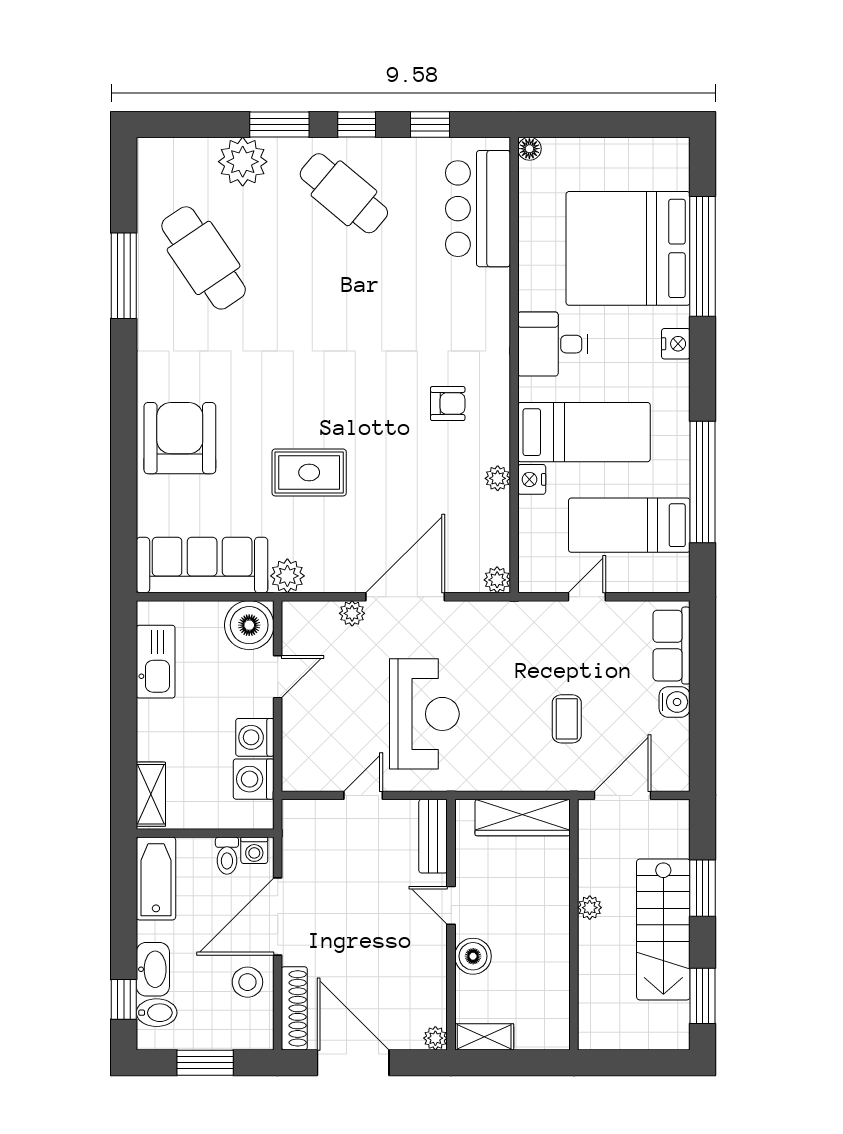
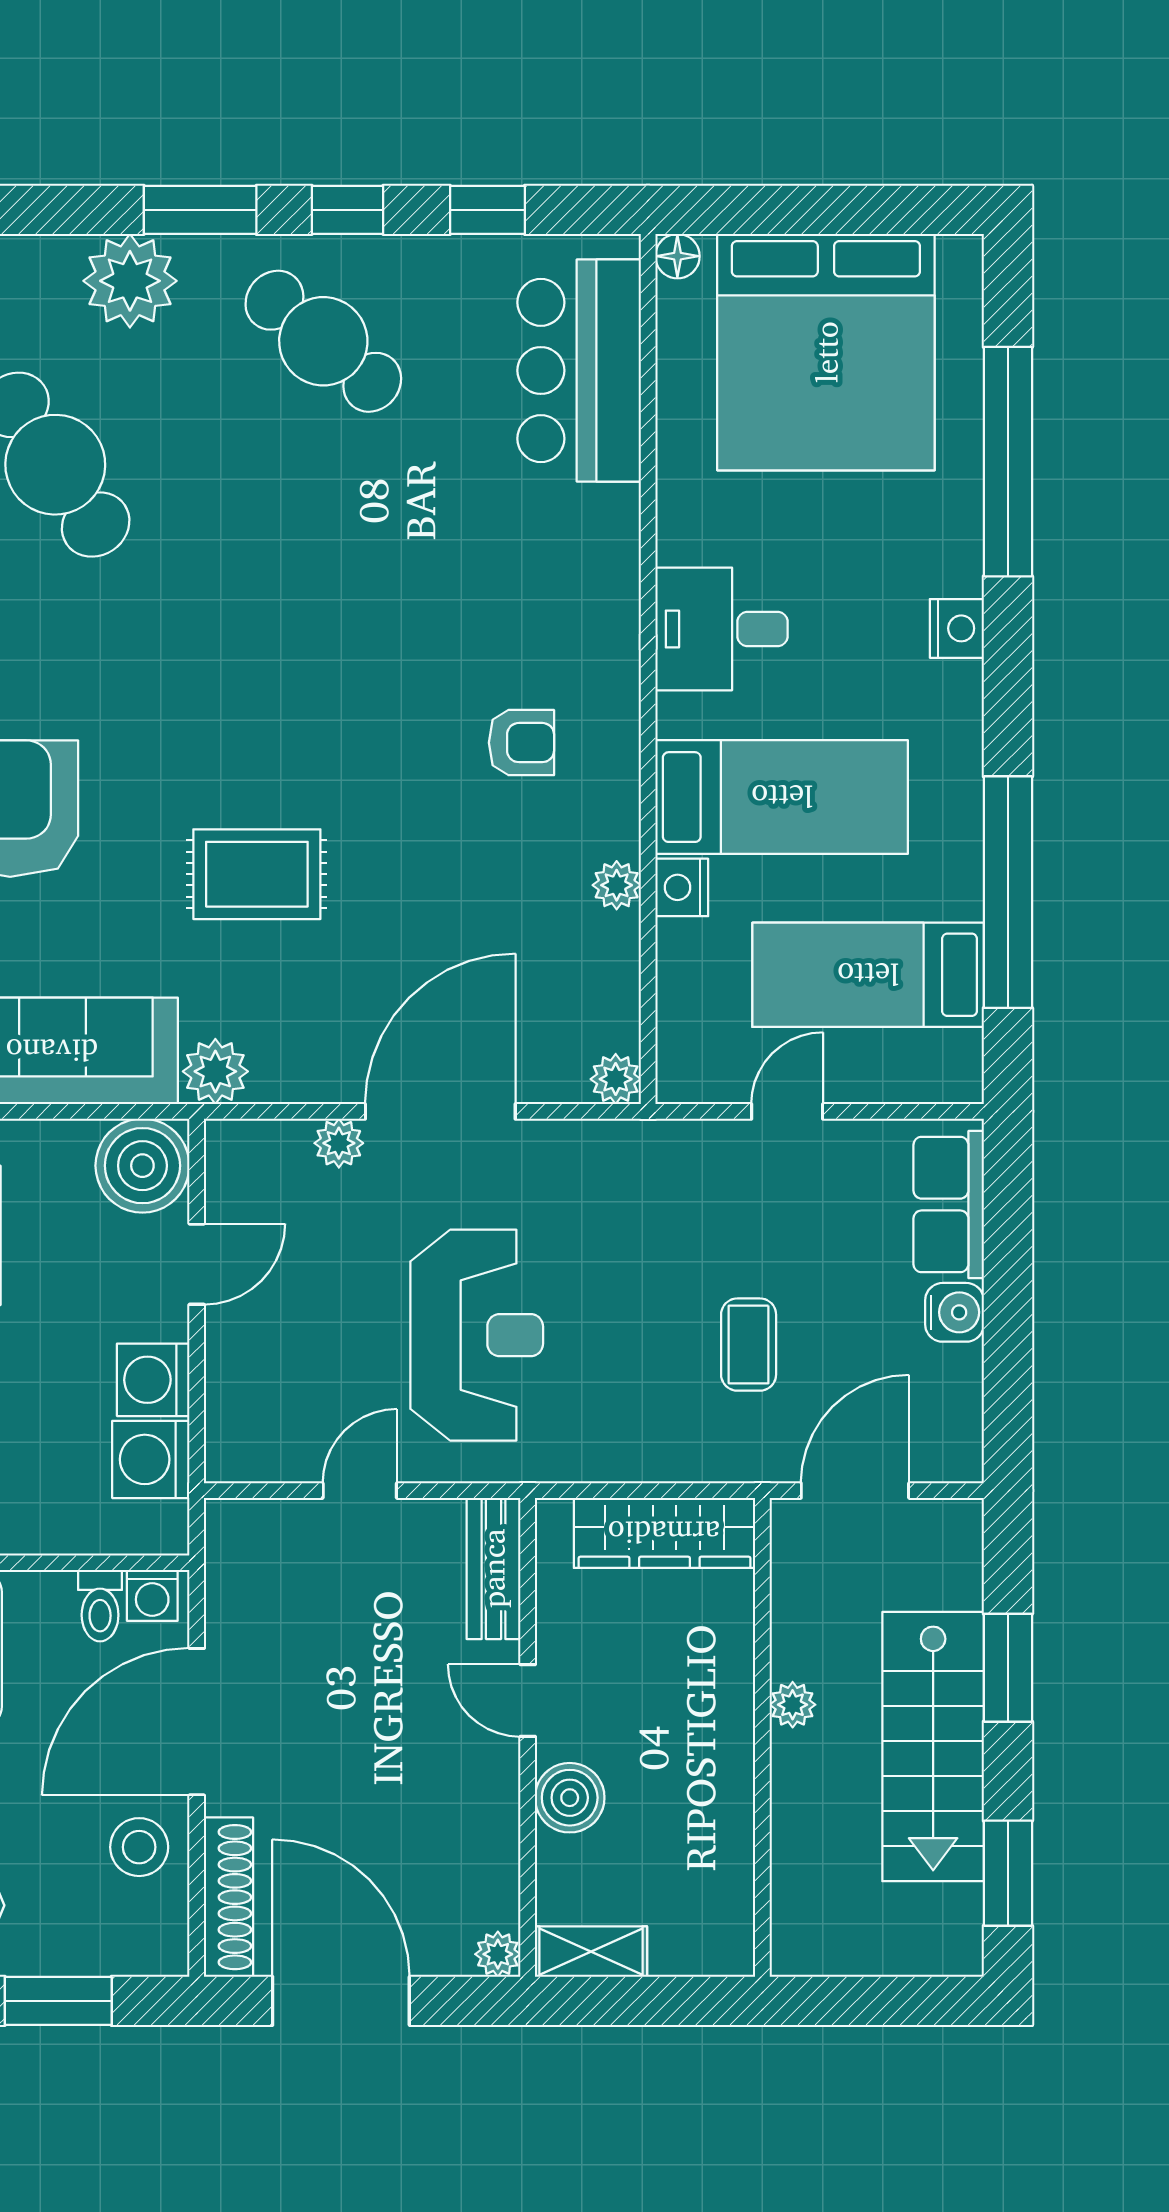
bed: (628, 248) -> (826, 352), moved, turned -90

